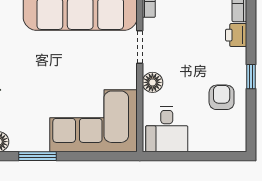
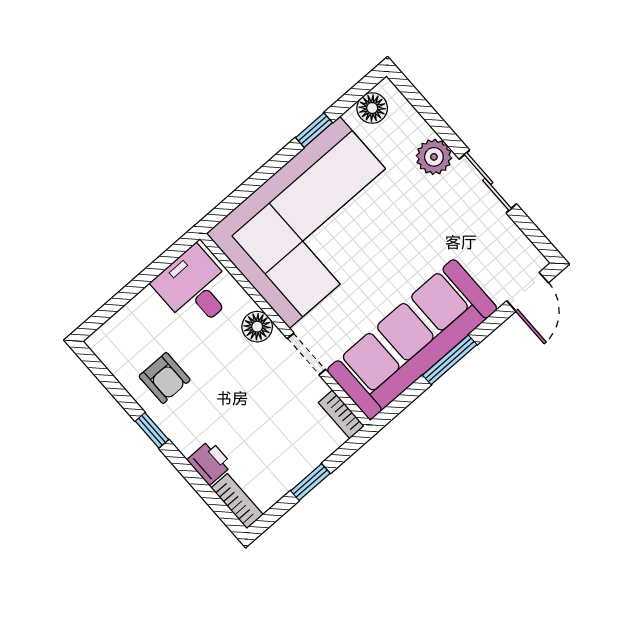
corner sofa: (94, 121) -> (314, 222), width x1.36, depth x1.36
window: (38, 156) -> (314, 130), width x0.67

